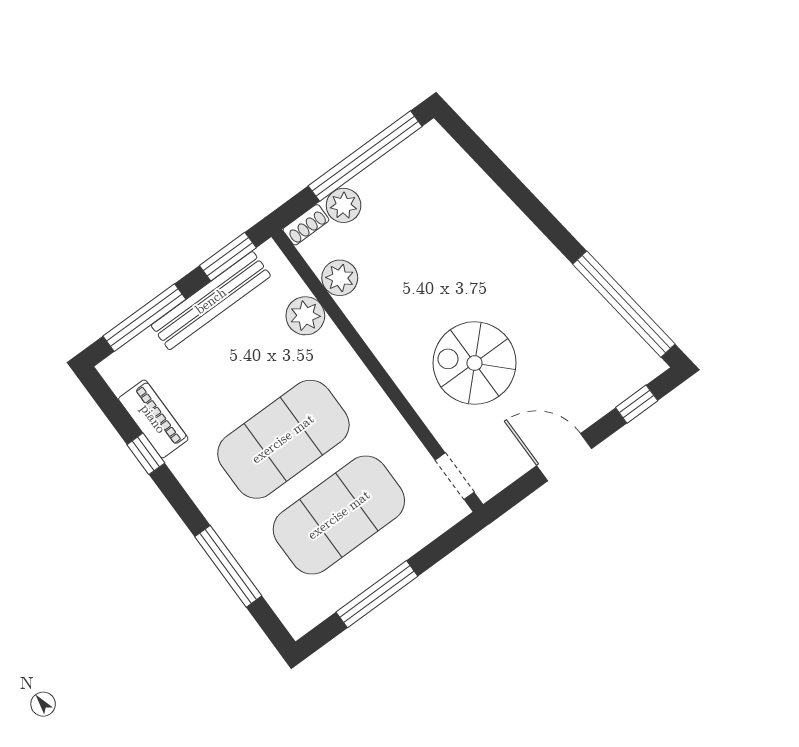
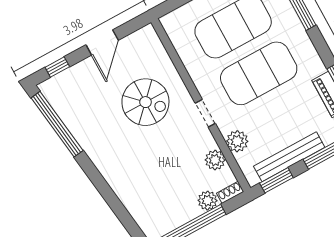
door: (564, 457) -> (102, 43), hinge flipped
doorway: (455, 476) -> (205, 113), moved

